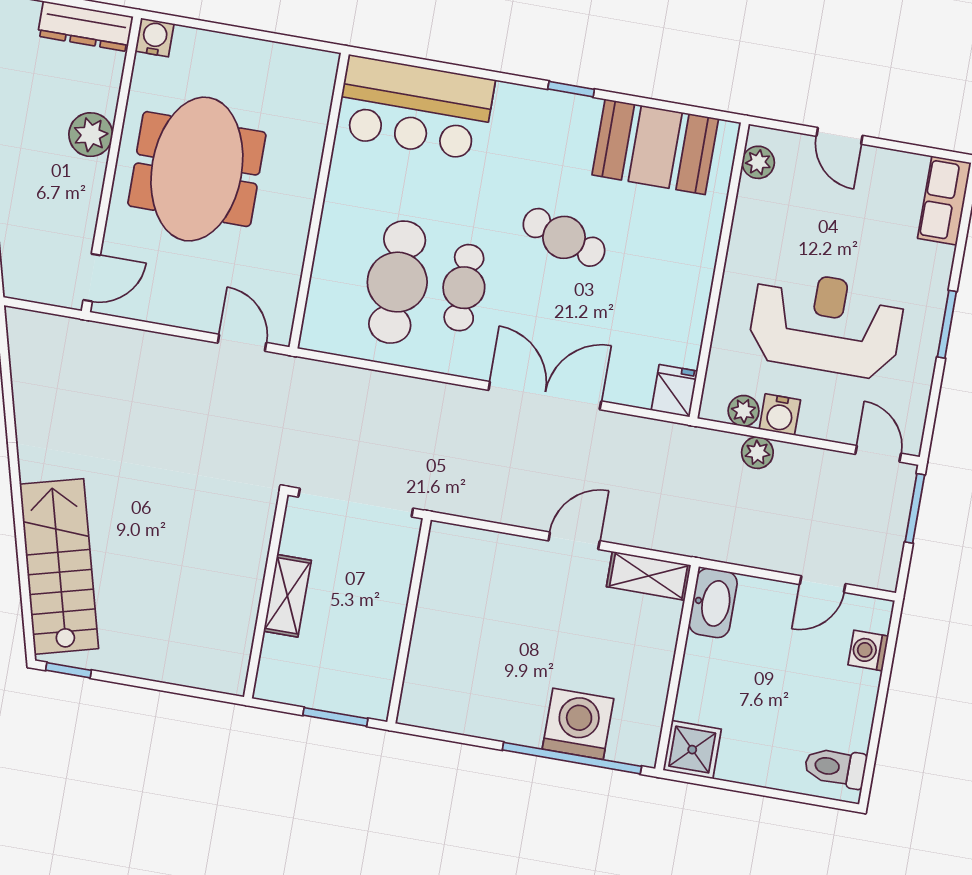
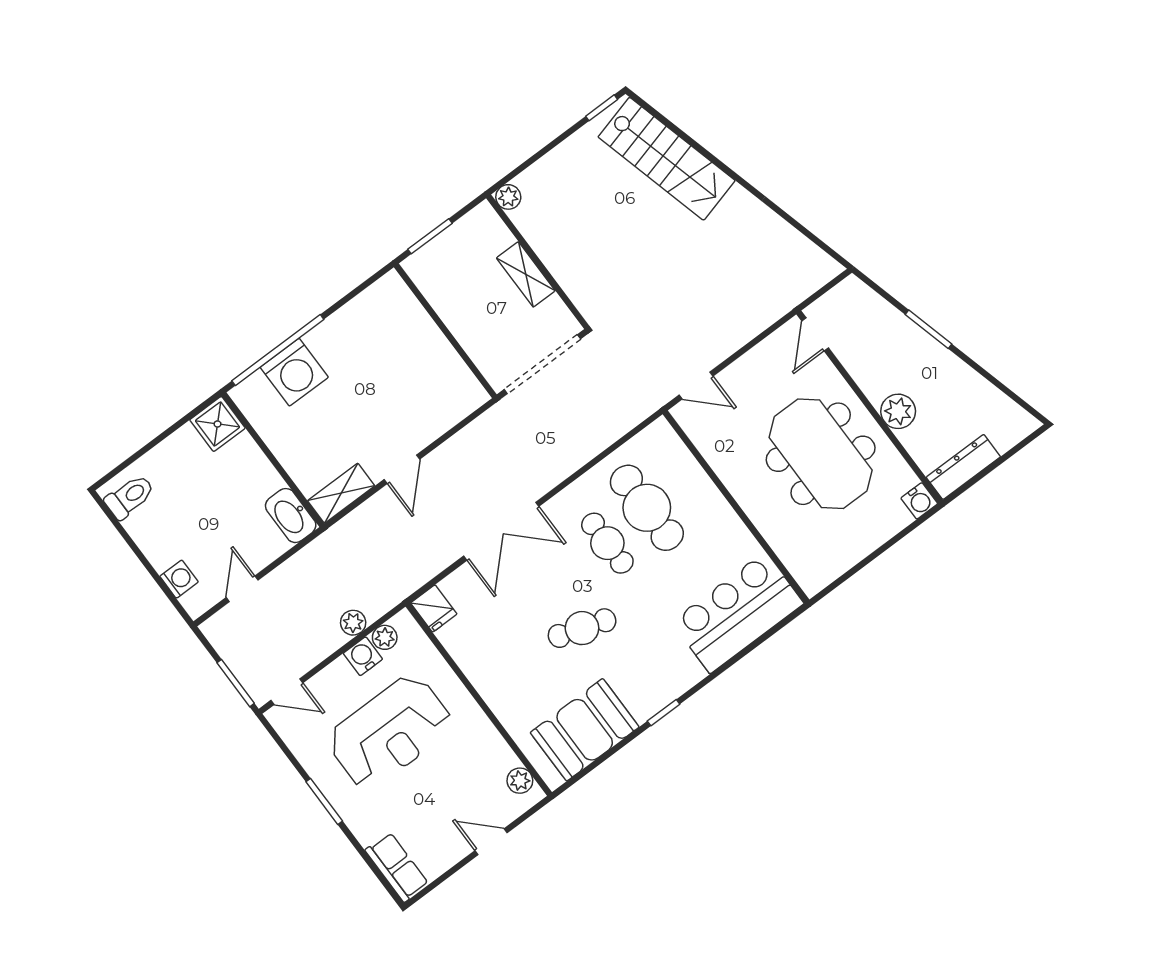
plant: (231, 679) -> (508, 197), added

